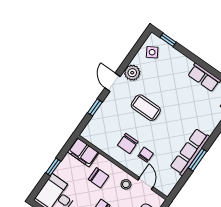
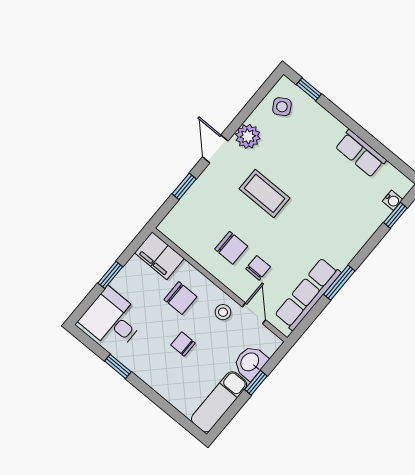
chair: (128, 143) -> (231, 248), turned -90
row of seats: (190, 152) -> (308, 294), moved

